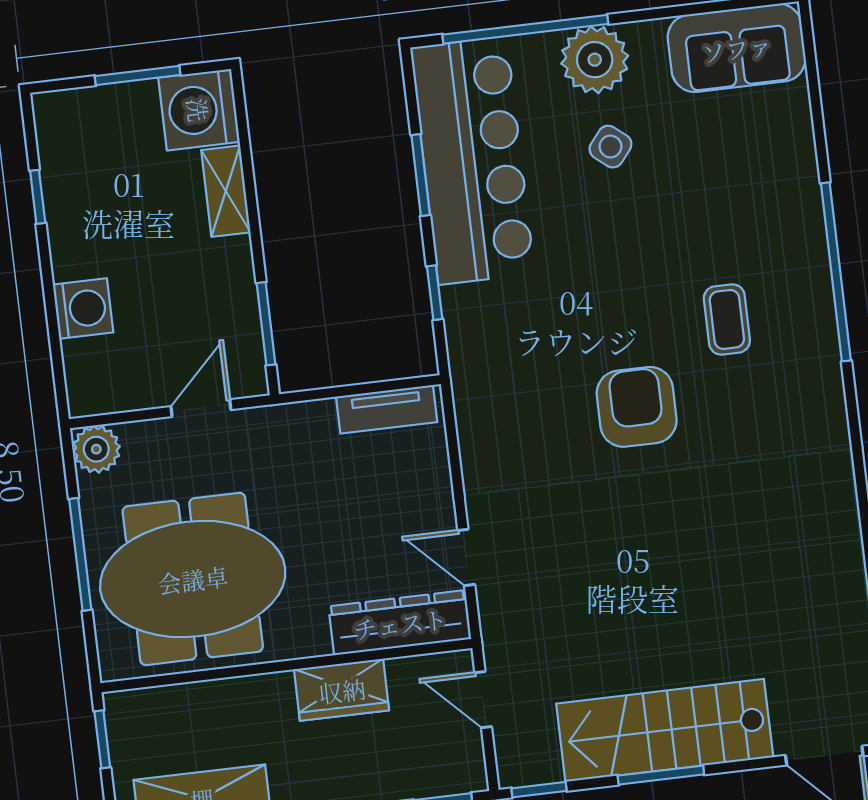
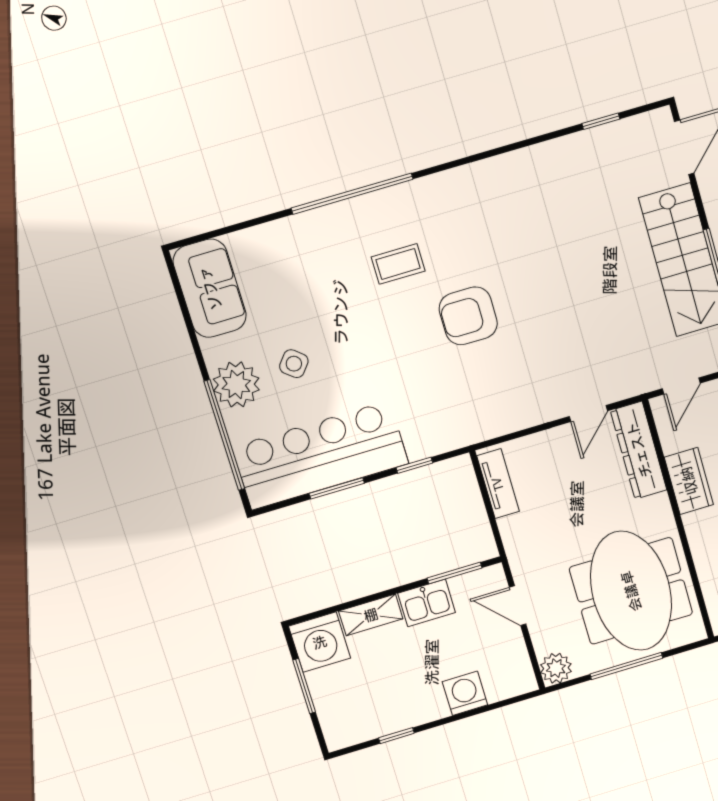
kitchen sink: (229, 276) -> (427, 603), added

